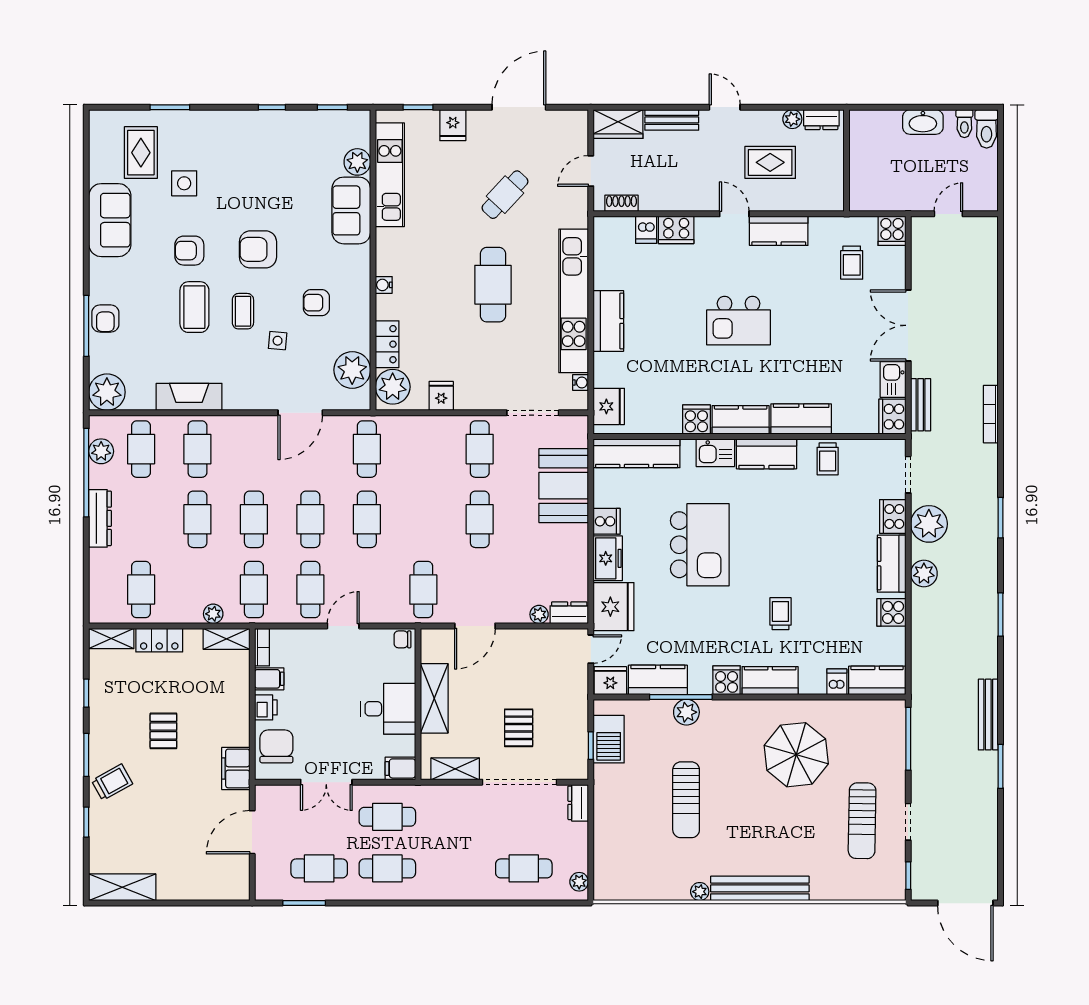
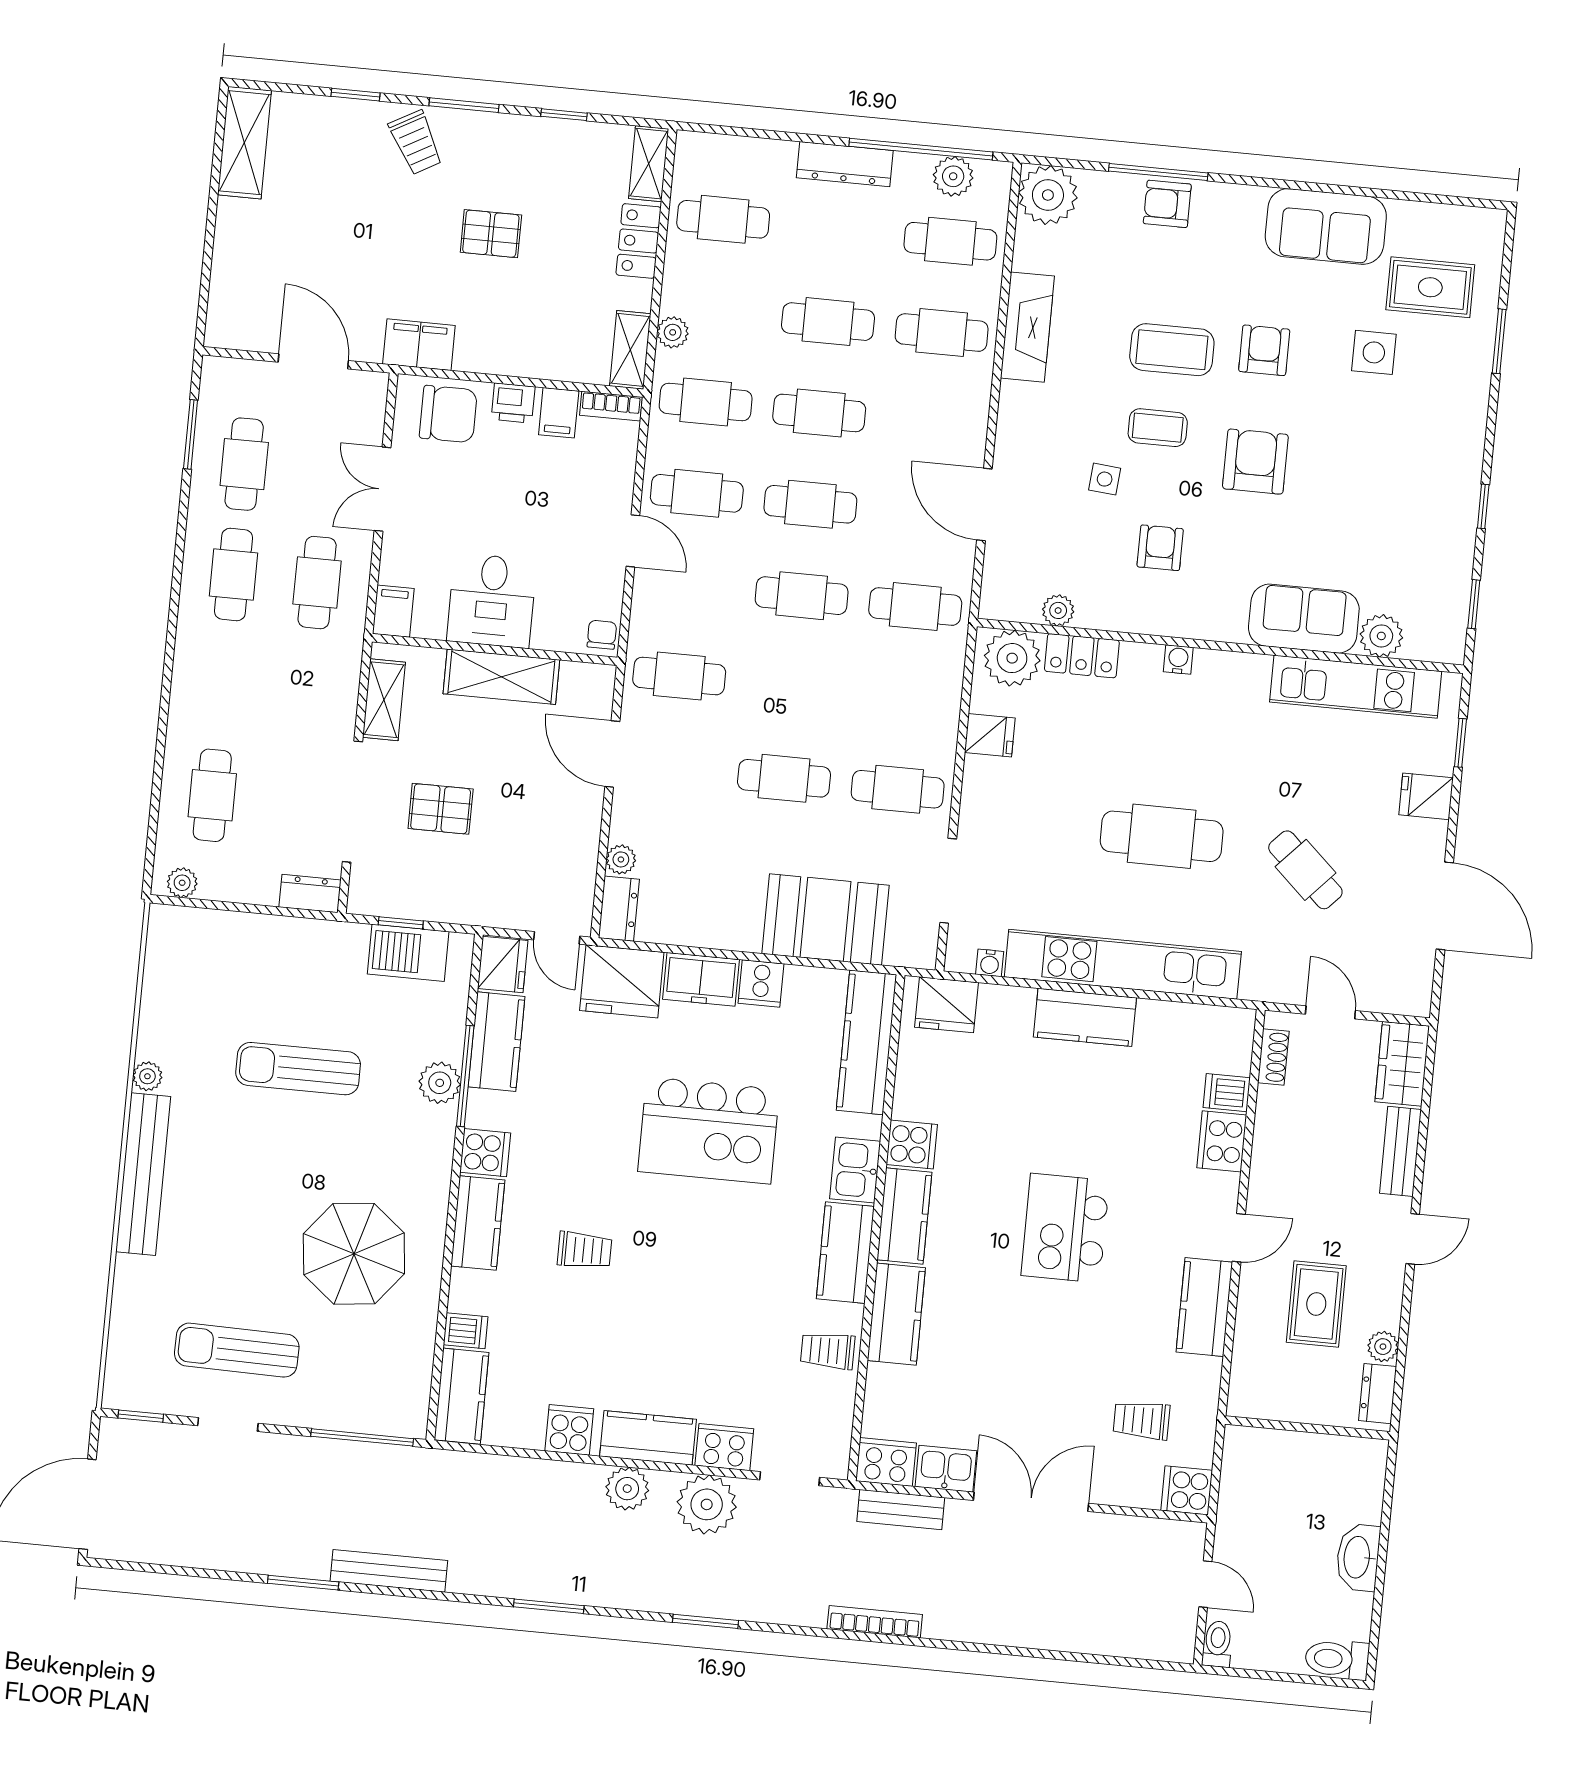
toilet: (964, 124) -> (1217, 1644), moved, turned 90
plant: (352, 370) -> (1058, 610), width x0.53, depth x0.53

